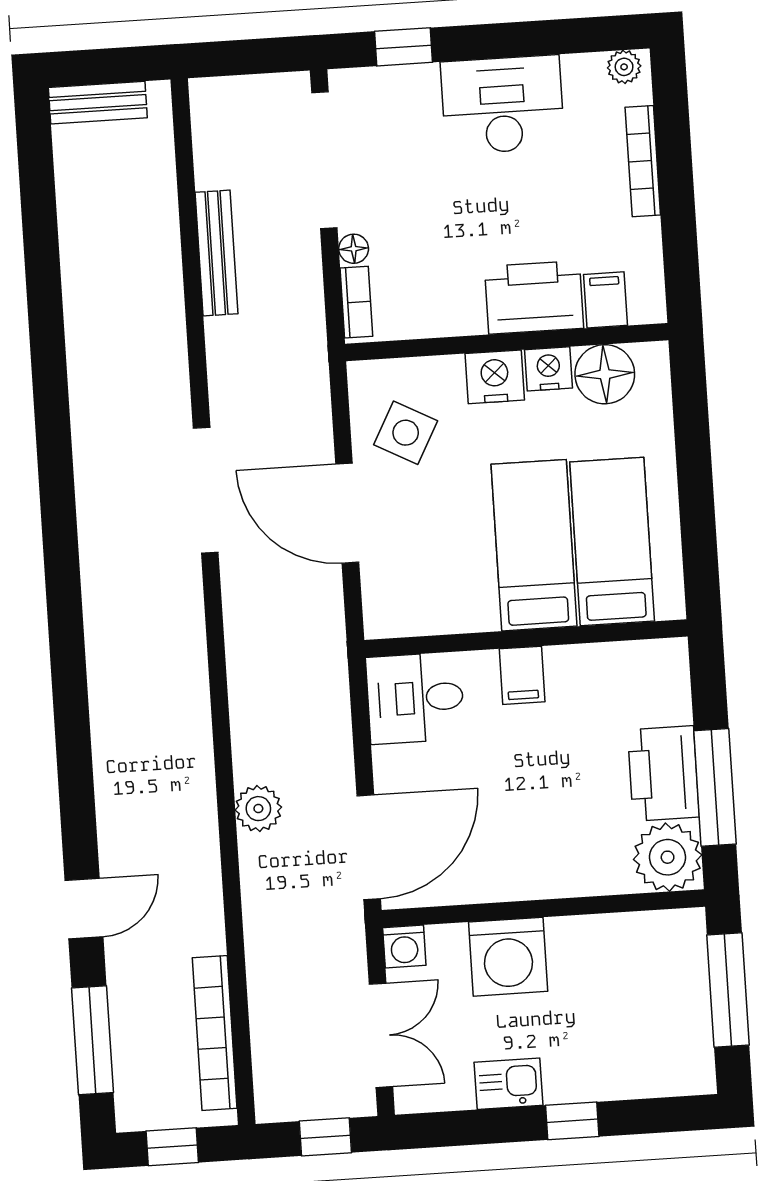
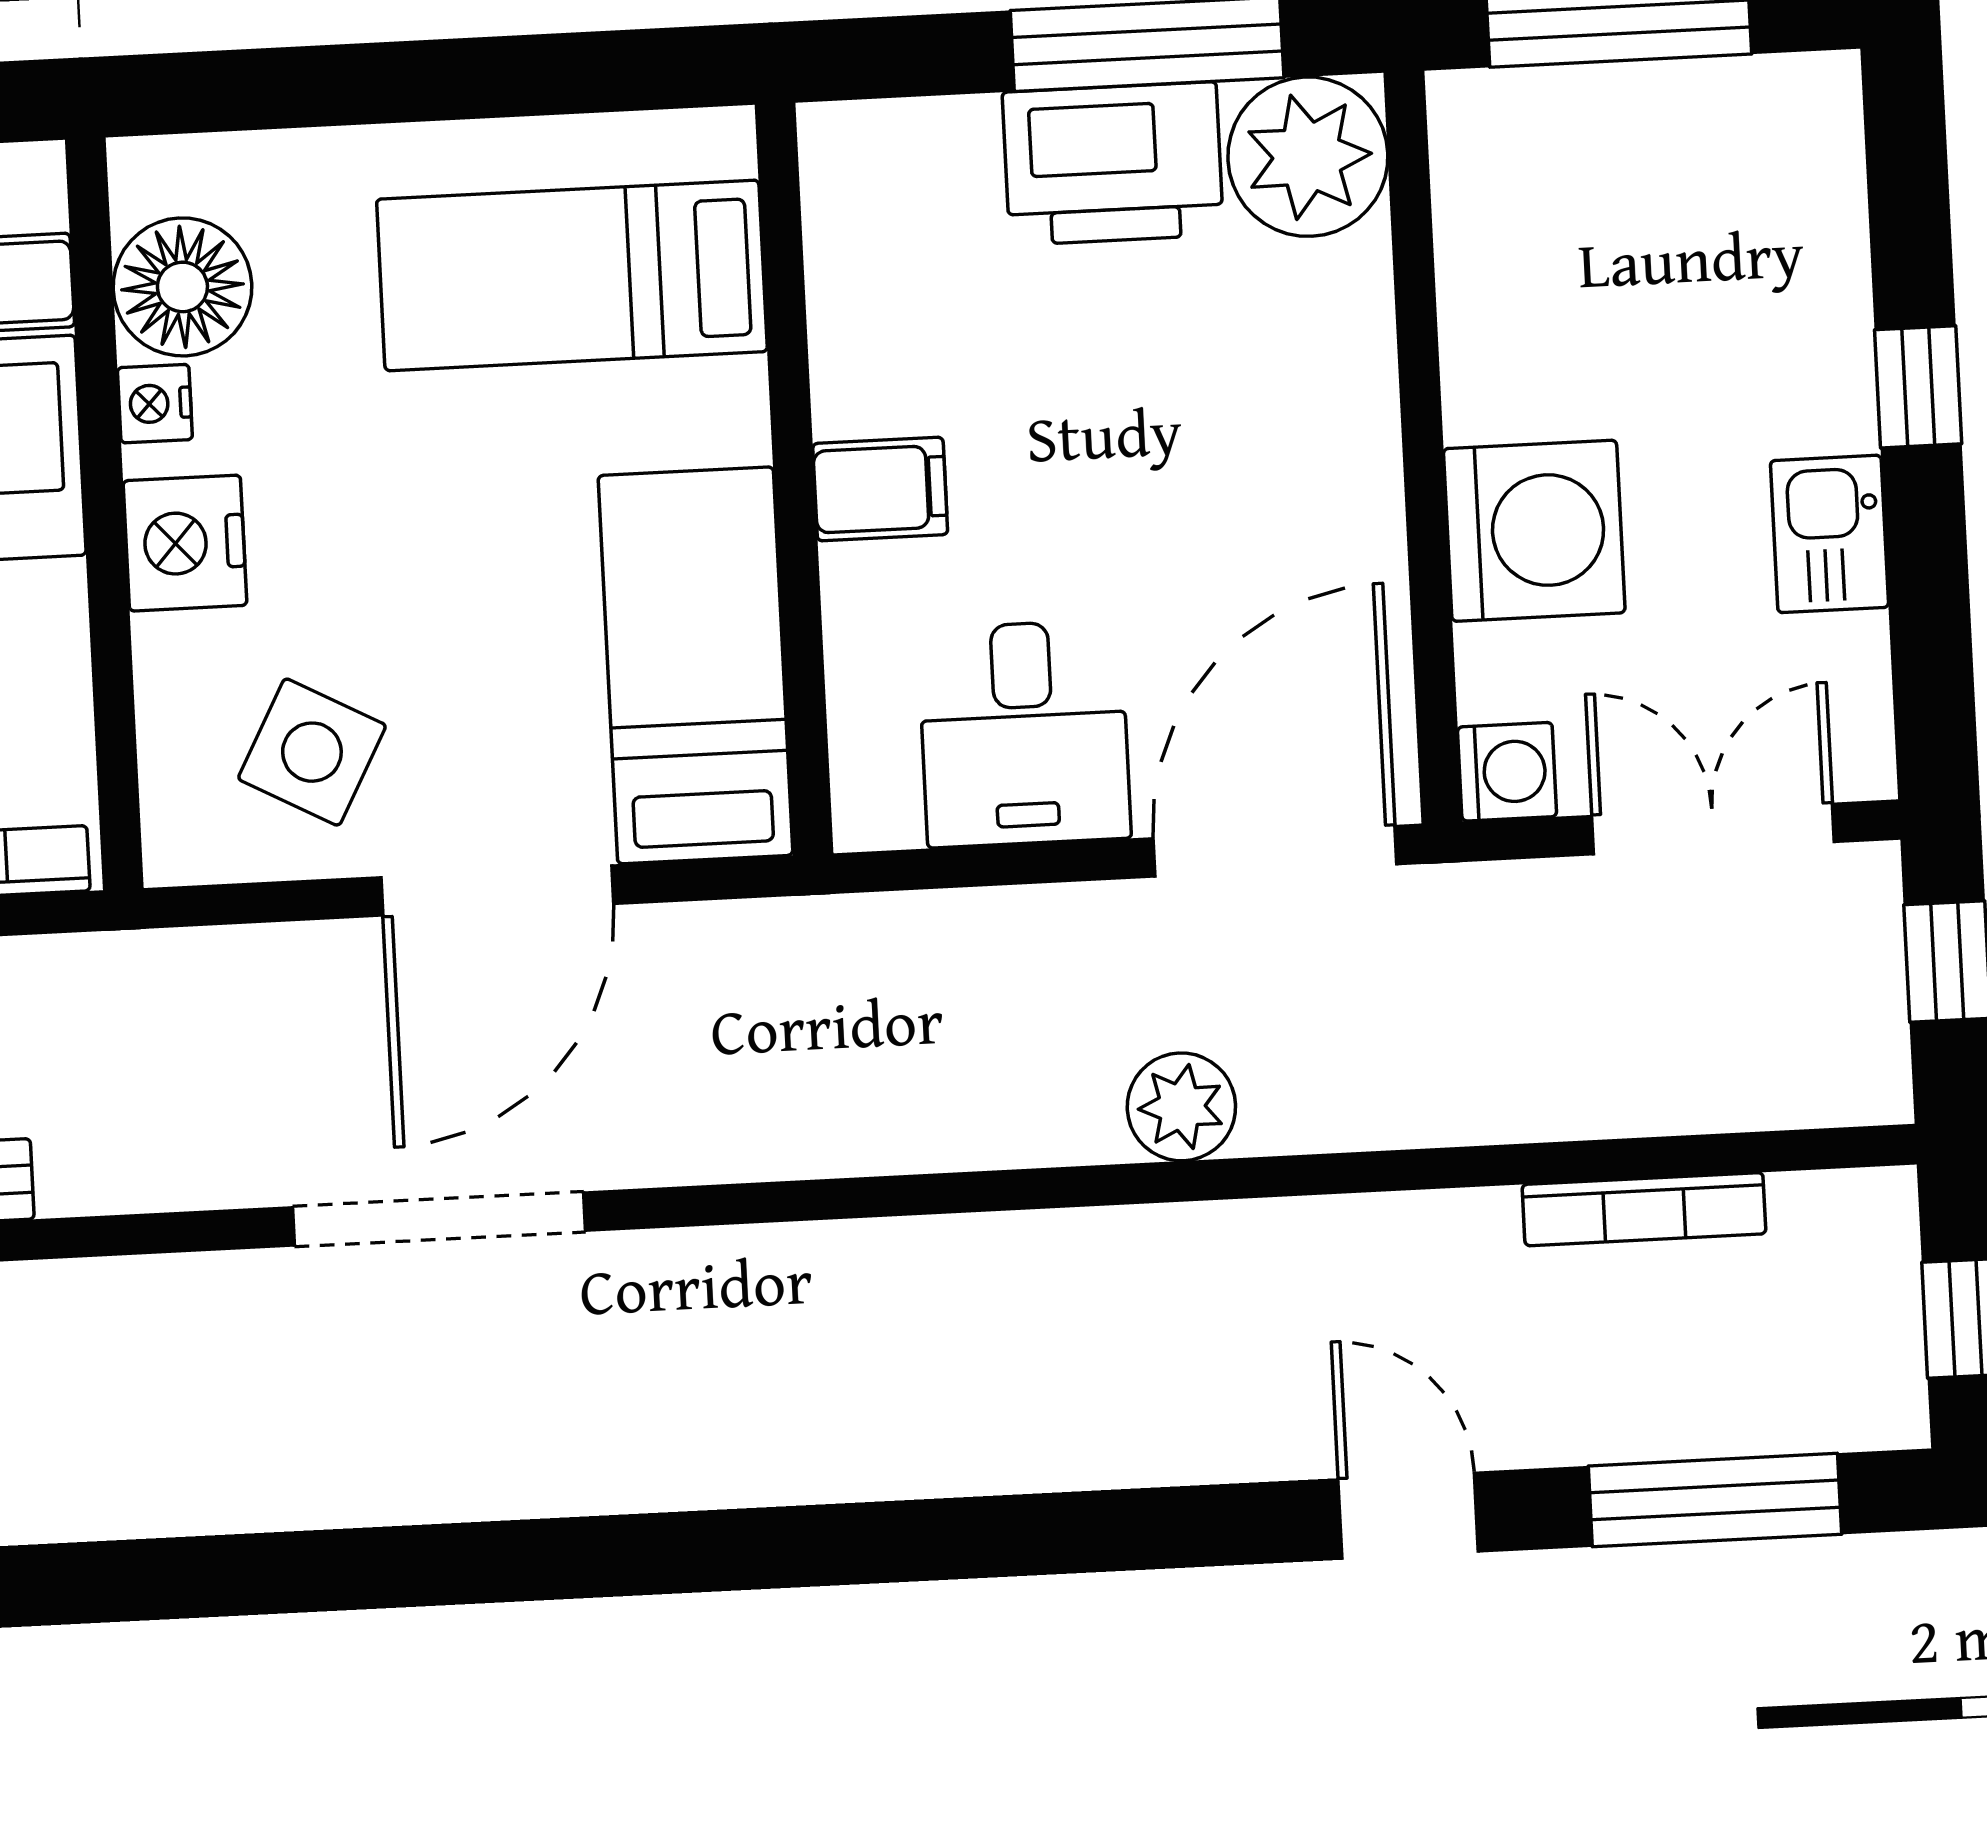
nightstand: (548, 369) -> (155, 404), width x0.72, depth x0.74
bed: (534, 545) -> (695, 665), moved, turned 90
desk: (415, 698) -> (1024, 734), moved
door: (369, 847) -> (1275, 851), hinge flipped
bookcase: (215, 1033) -> (1644, 1209), width x0.68, depth x0.76

